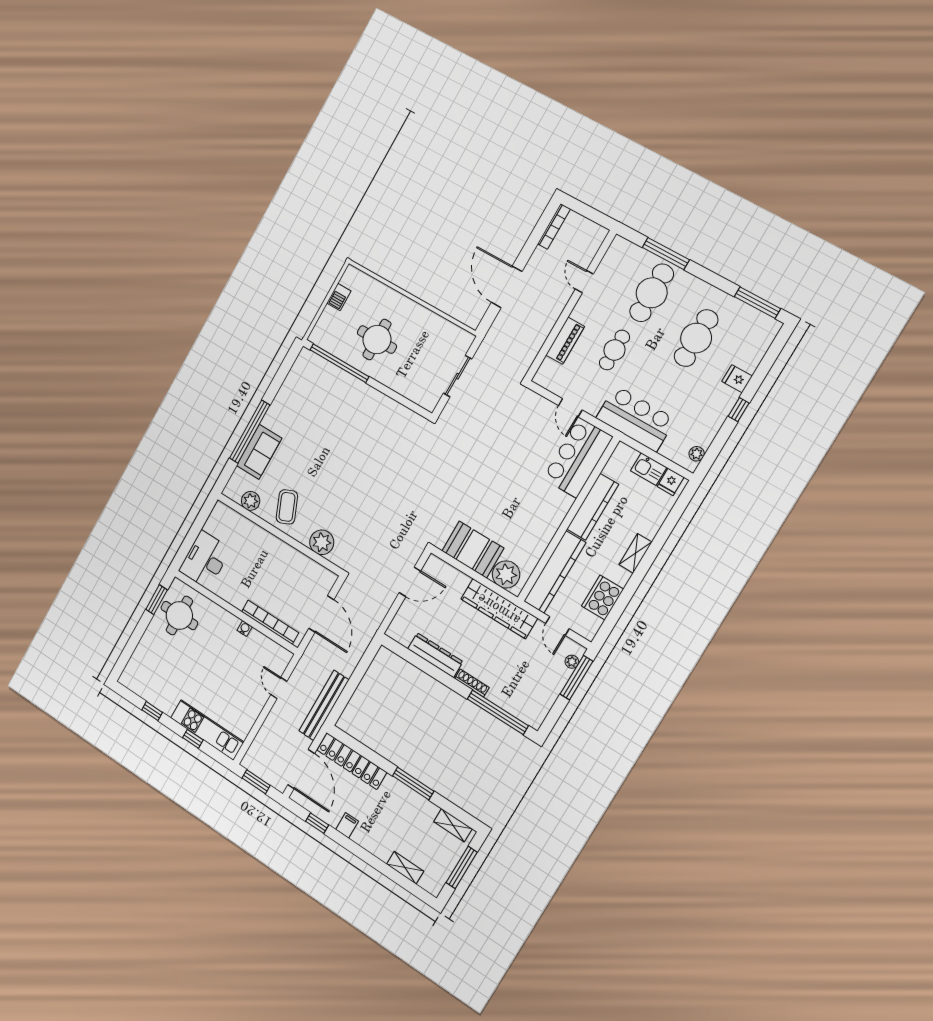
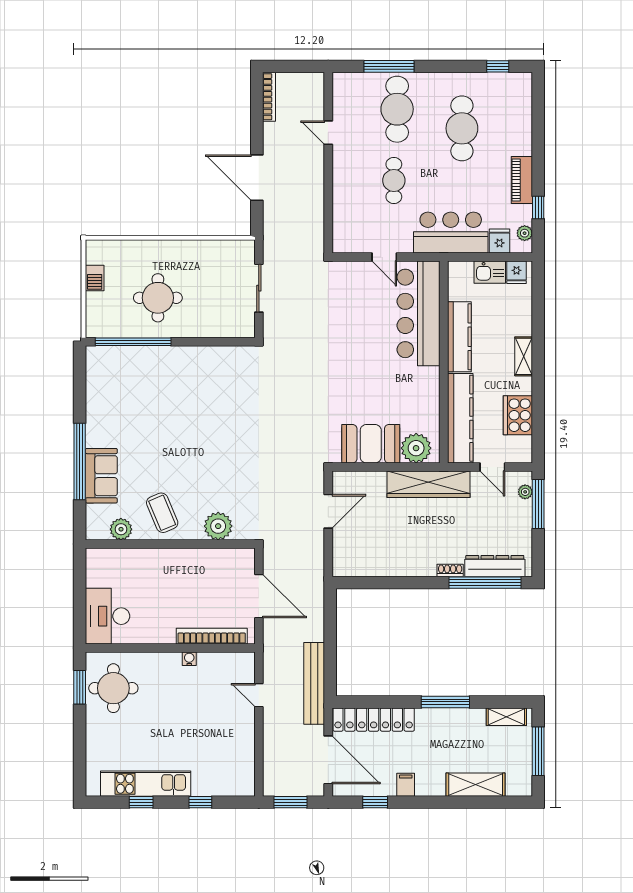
window: (757, 303) -> (498, 66), width x0.46
piano: (565, 341) -> (522, 180), moved, turned 180
fridge: (737, 379) -> (500, 241), moved, turned 90
window: (739, 410) -> (538, 208), moved
bar counter: (578, 458) -> (419, 313), width x1.36
dresser: (435, 655) -> (495, 566), moved
shoe rack: (472, 683) -> (450, 570), width x0.70
kitchen unit: (207, 730) -> (146, 784), moved
shelving: (405, 868) -> (476, 785), width x1.50, depth x1.33

